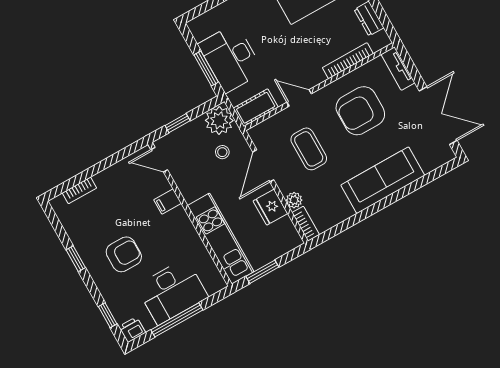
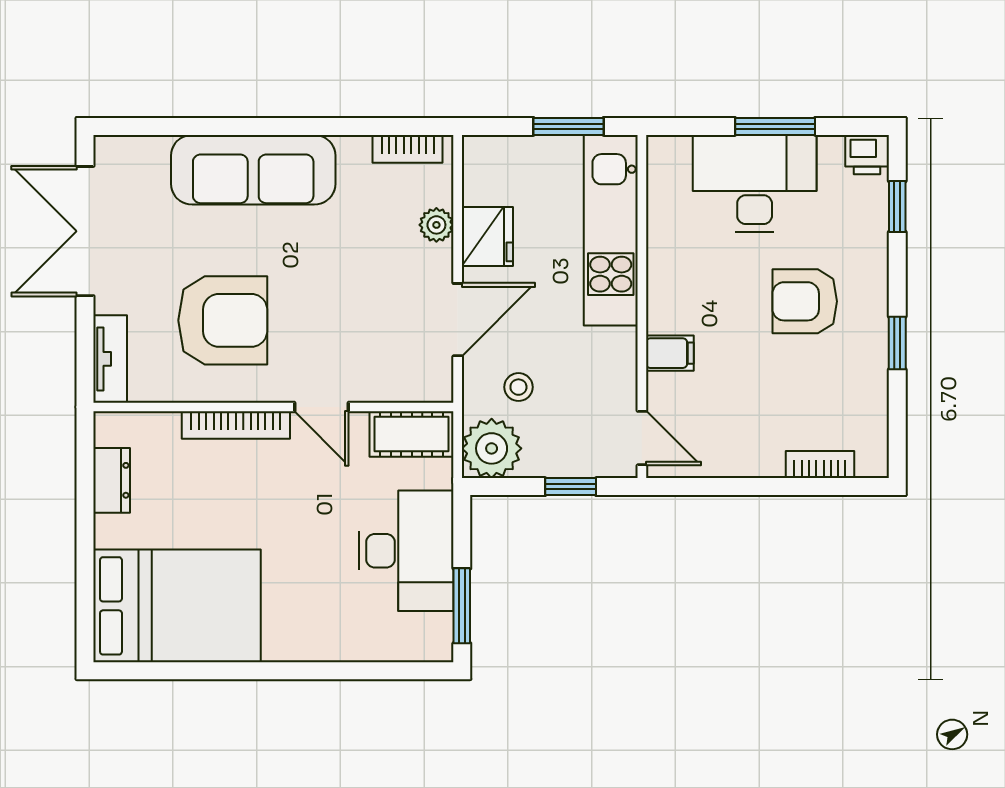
bookcase: (348, 61) -> (236, 425), moved
window: (206, 68) -> (462, 606), moved
coffee table: (309, 149) -> (357, 304), removed
bookcase: (306, 224) -> (408, 149), moved, turned -90
window: (177, 320) -> (775, 126), width x0.69

